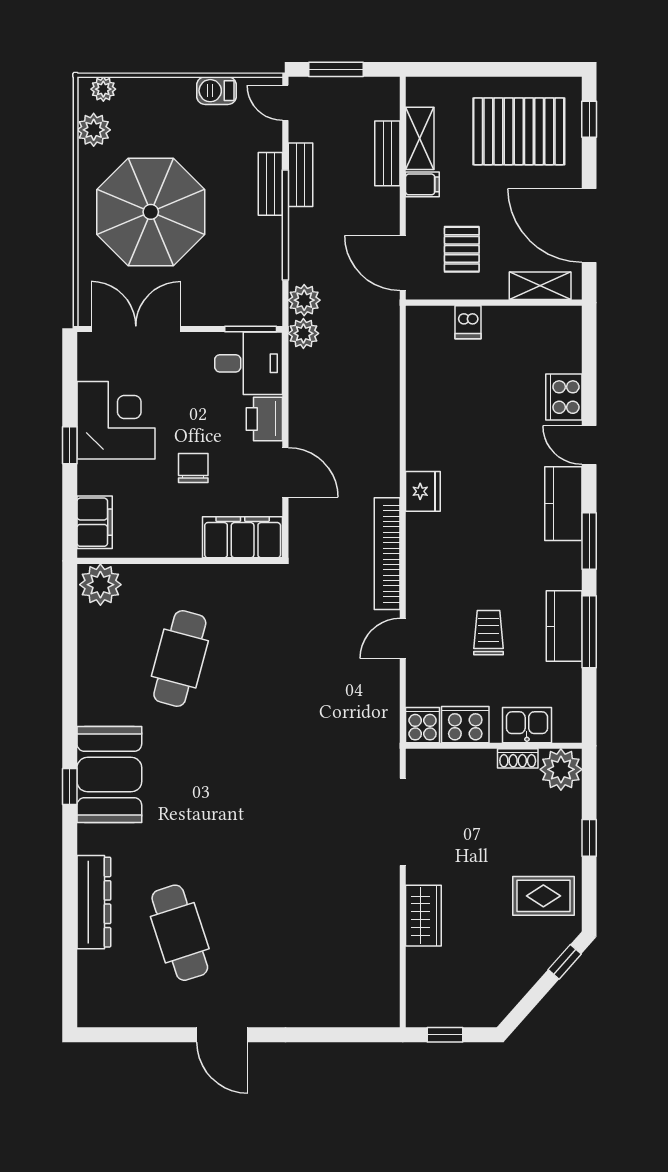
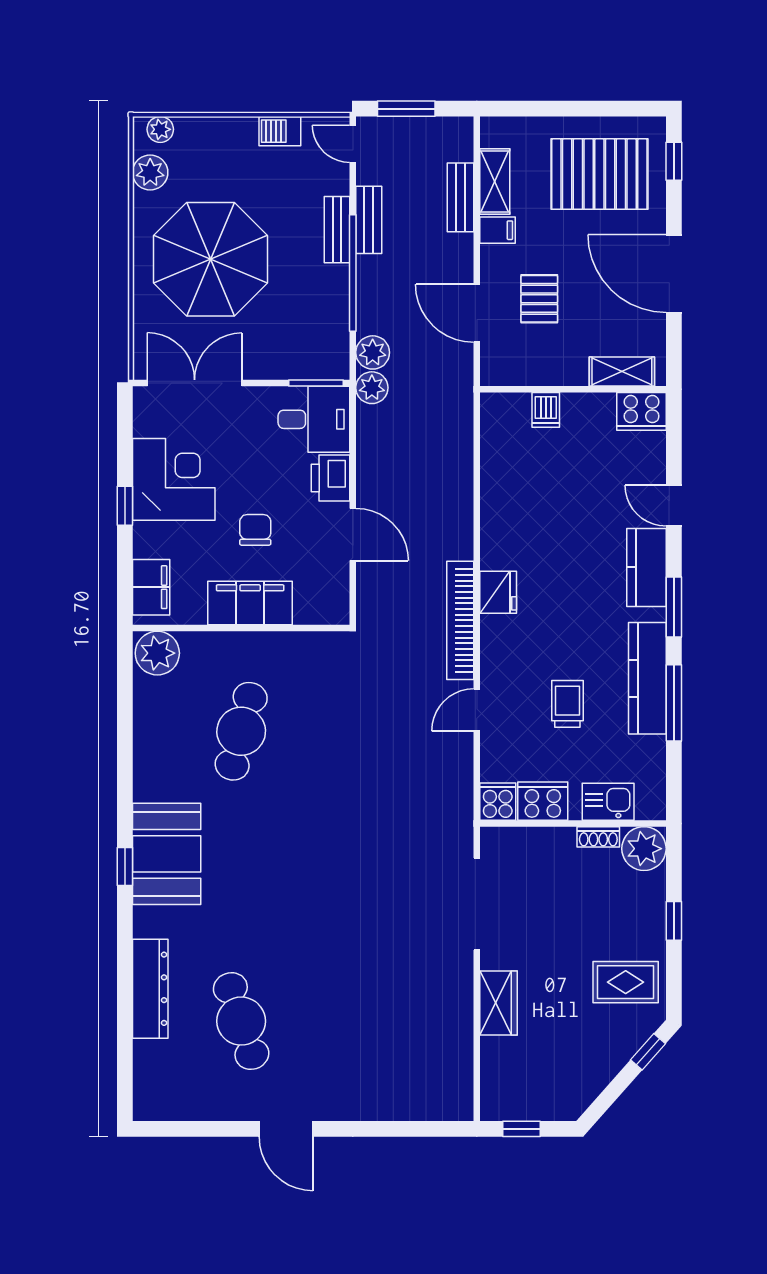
shelving: (540, 286) -> (622, 372), moved
wall: (494, 303) -> (573, 389), moved
dishwasher: (468, 322) -> (546, 410), moved
cooker: (564, 397) -> (642, 411), moved, turned -90
fridge: (423, 491) -> (498, 592), moved
filing cabinet: (243, 537) -> (250, 603), moved
kitchen counter: (564, 626) -> (647, 678), width x1.50

